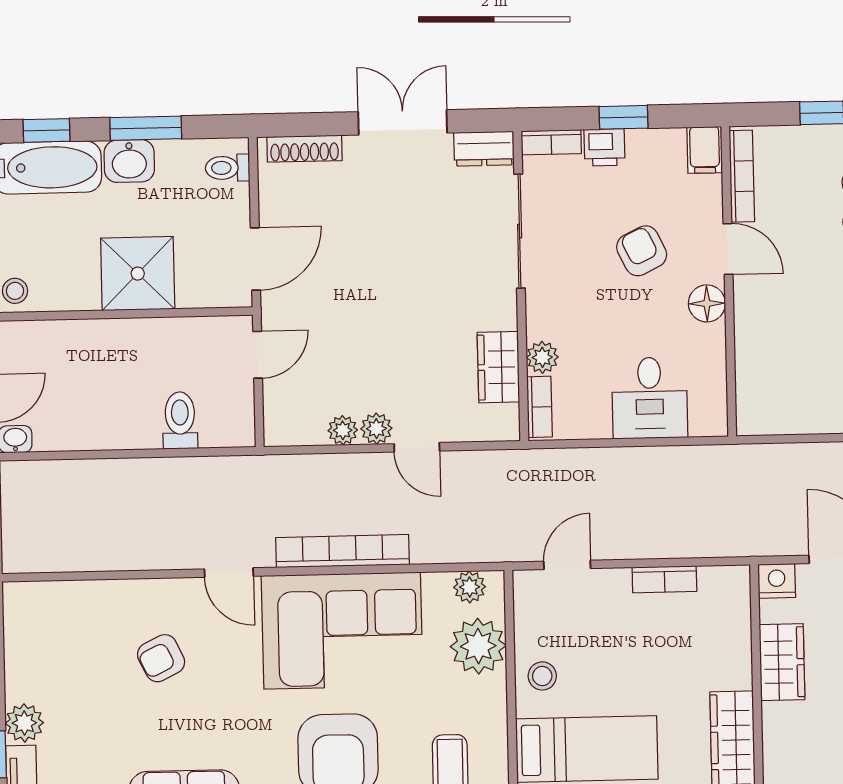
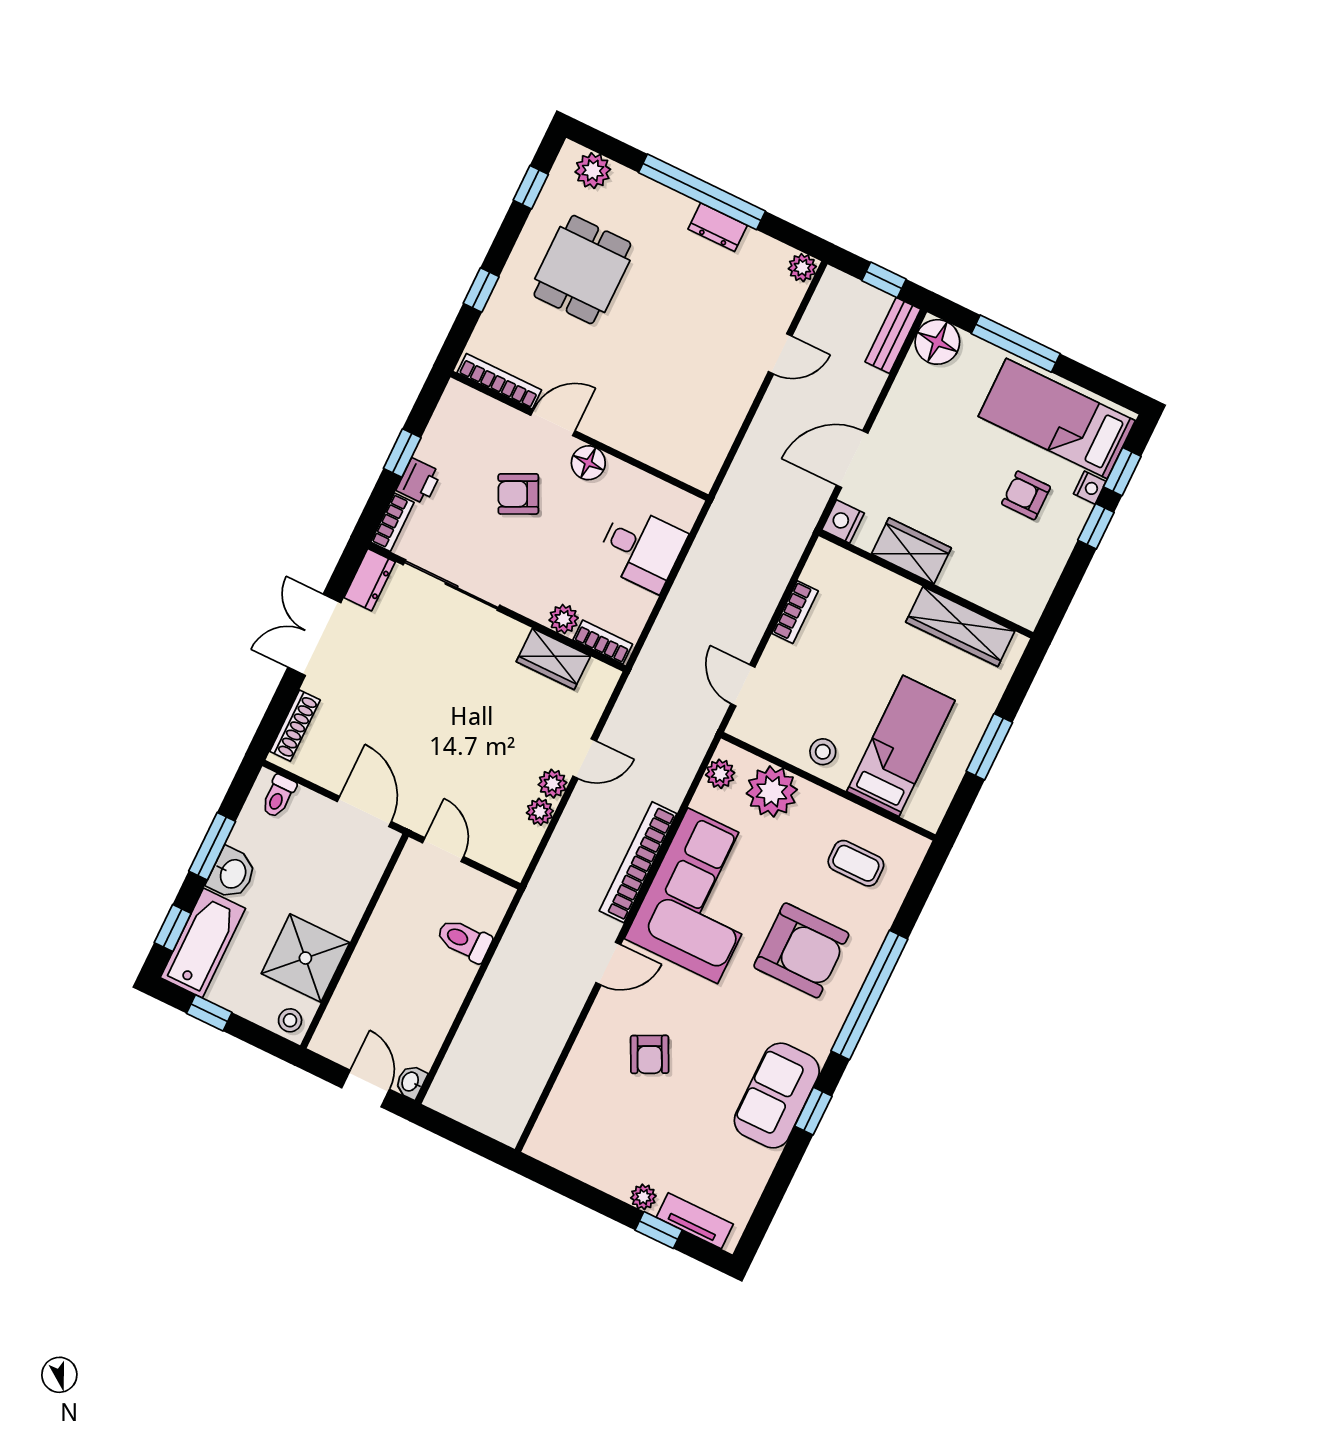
filing cabinet: (705, 150) -> (462, 401), removed
shower: (138, 274) -> (305, 958), moved
plant: (24, 723) -> (643, 1197), width x0.73, depth x0.73

